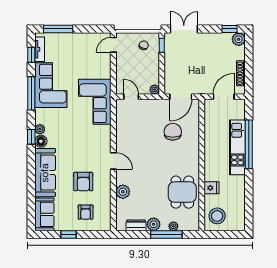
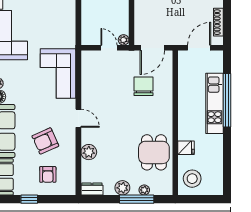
door: (131, 97) -> (109, 48), moved
corner sofa: (95, 102) -> (58, 74), moved
armchair: (83, 182) -> (45, 141), turned 66
dresser: (136, 225) -> (92, 189), moved

